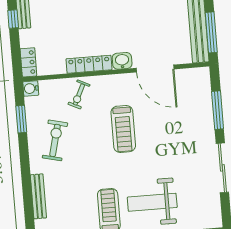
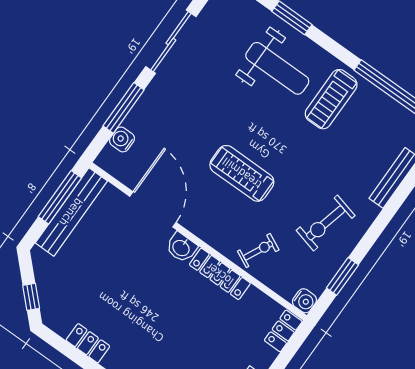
water cooler: (204, 92) -> (122, 139), added
treadmill: (123, 129) -> (242, 173), turned -90

